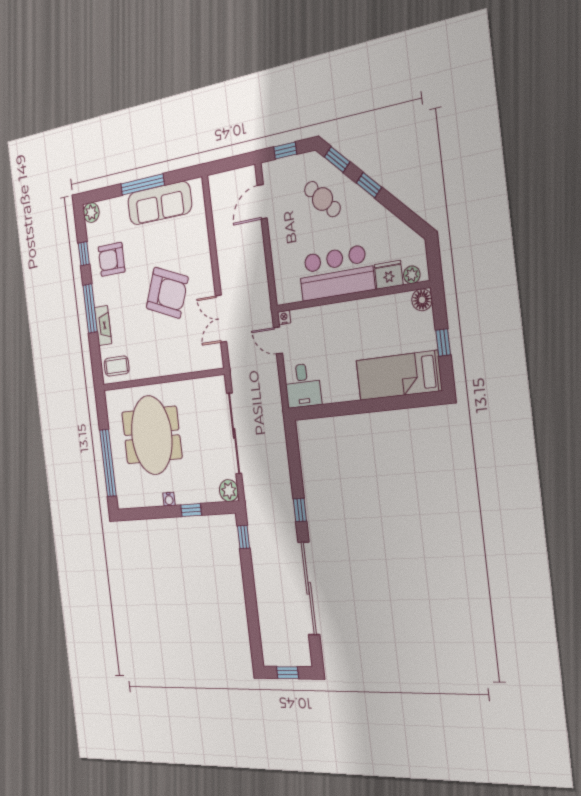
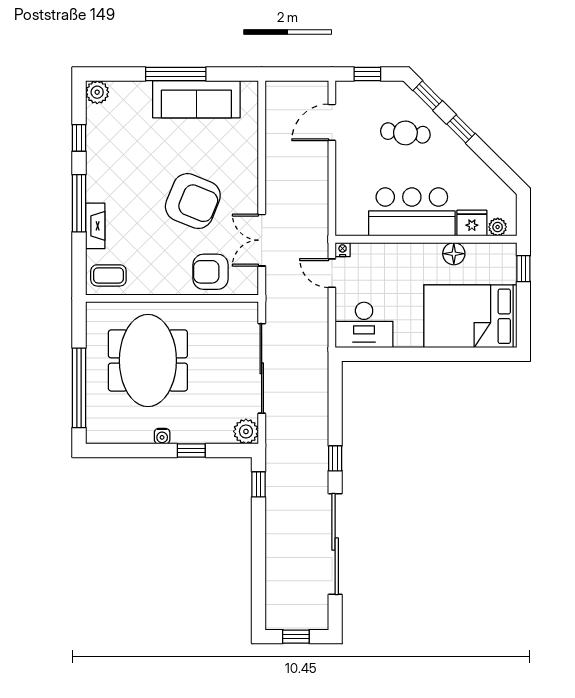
cafe table: (322, 199) -> (405, 133), turned -41
armchair: (111, 259) -> (210, 272), moved
floor lamp: (422, 300) -> (454, 254), moved
window: (443, 343) -> (523, 269), moved
bed: (399, 375) -> (470, 316), width x1.50
desk: (303, 386) -> (364, 325), width x1.37

